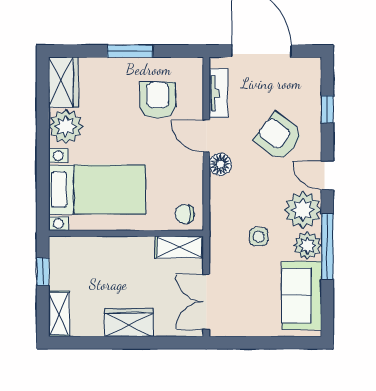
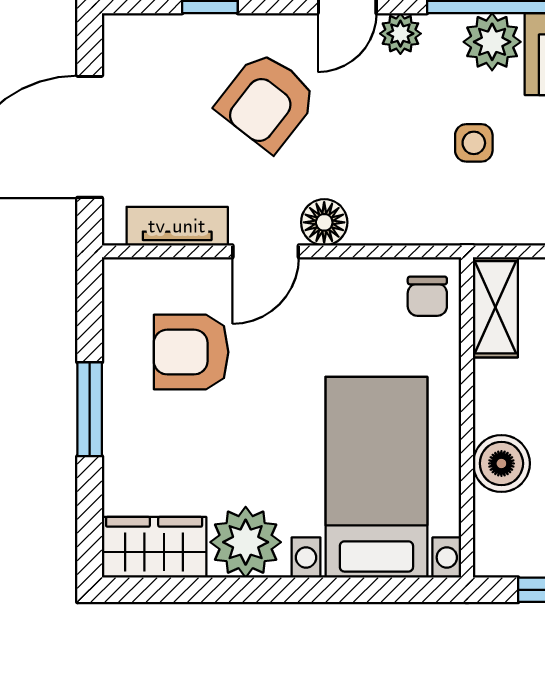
plant: (303, 210) -> (400, 34), width x0.53, depth x0.53
boiler: (104, 250) -> (501, 463), added

